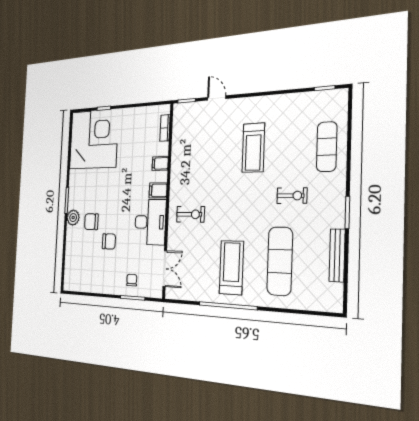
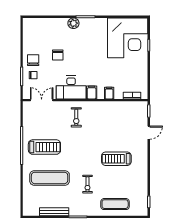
chair: (91, 222) -> (33, 60), moved
double door: (165, 269) -> (42, 100), swing flipped

